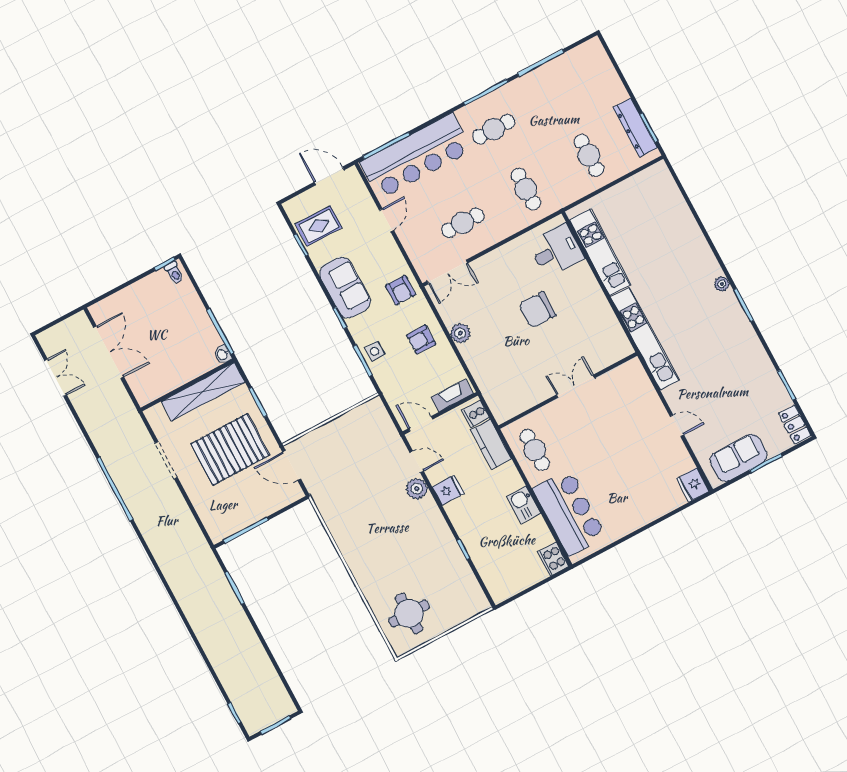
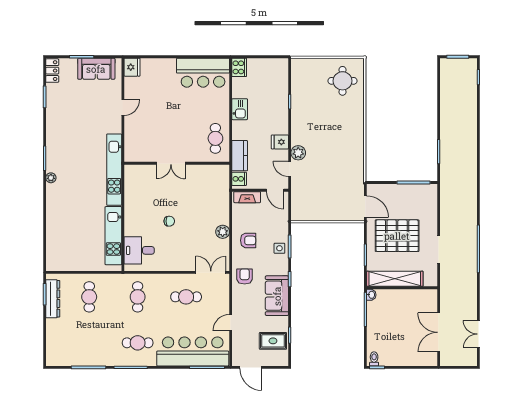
chair: (537, 310) -> (169, 221), width x0.54, depth x0.54
door: (677, 426) -> (123, 108), swing flipped
bar counter: (569, 513) -> (203, 73), moved, turned -90

